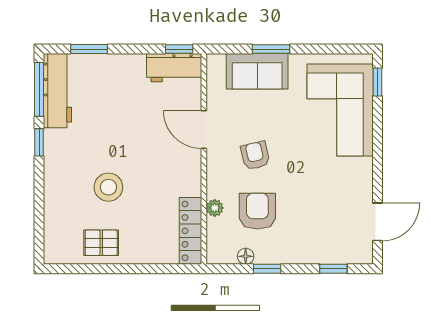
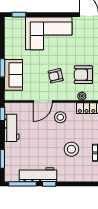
workbench: (174, 68) -> (12, 128), moved
workbench: (57, 91) -> (38, 175), moved
corner sofa: (340, 110) -> (49, 33), moved
stool: (172, 165) -> (60, 117), added

